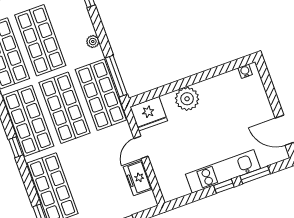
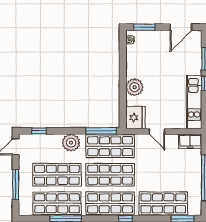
plant: (93, 42) -> (71, 143), width x1.88, depth x1.88
window: (268, 84) -> (144, 27), added
kitchen unit: (223, 171) -> (194, 102), moved
freezer: (138, 178) -> (190, 141), moved

